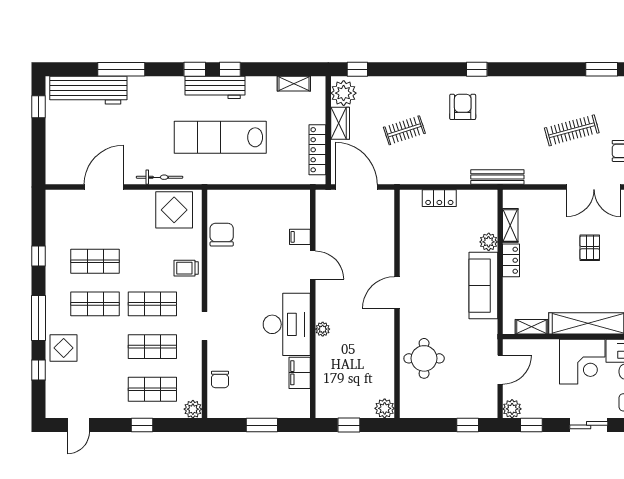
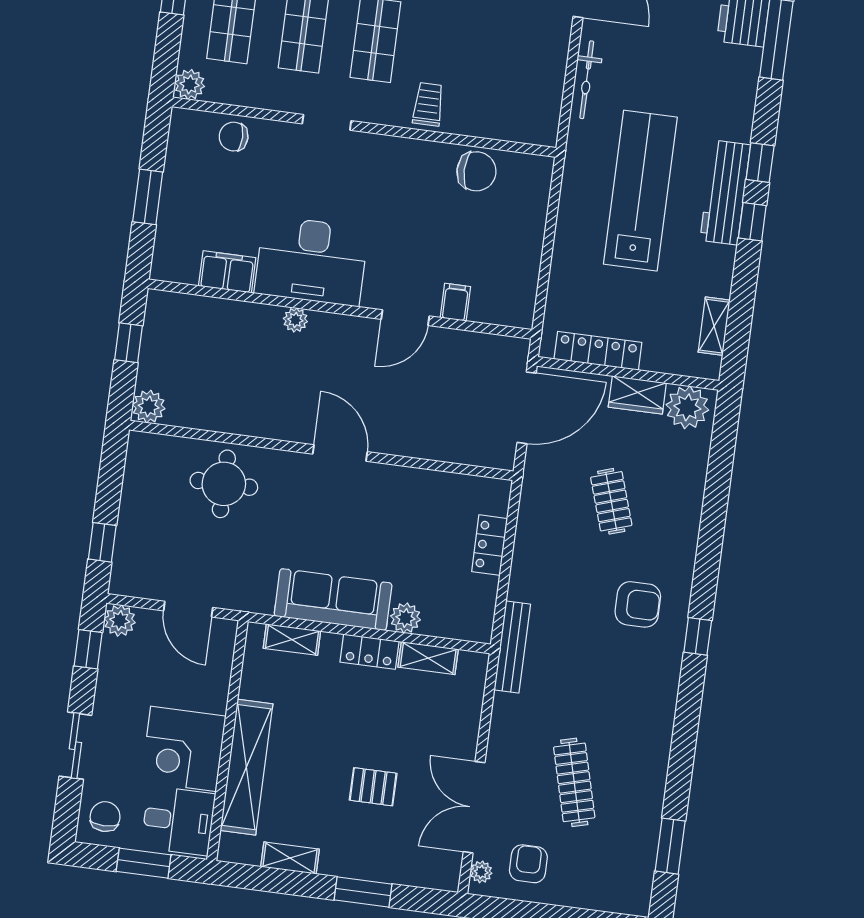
window: (357, 69) -> (724, 436), removed
display table: (174, 210) -> (529, 97), removed
shelving: (531, 327) -> (292, 640), moved, turned 90

